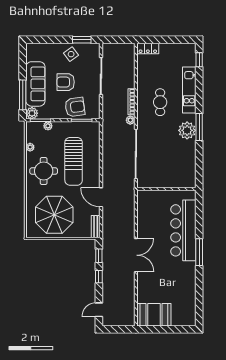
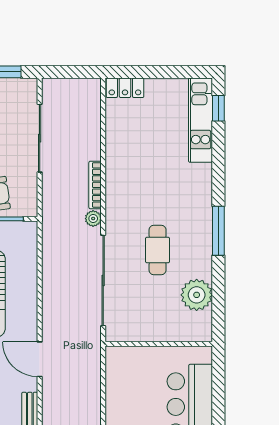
kitchen unit: (189, 90) -> (201, 120), moved
cafe table: (160, 102) -> (158, 250), moved
plant: (187, 130) -> (197, 295), moved

